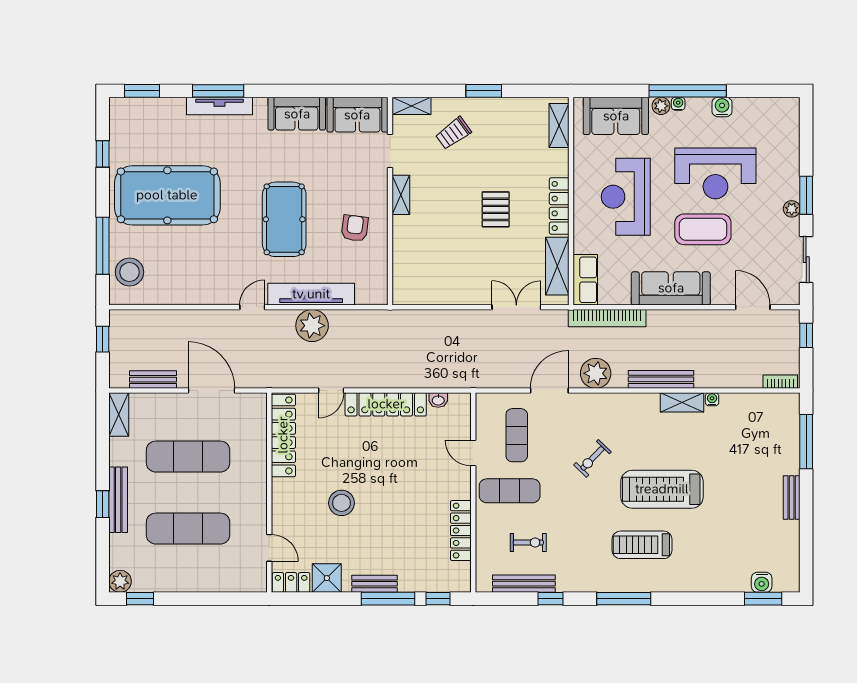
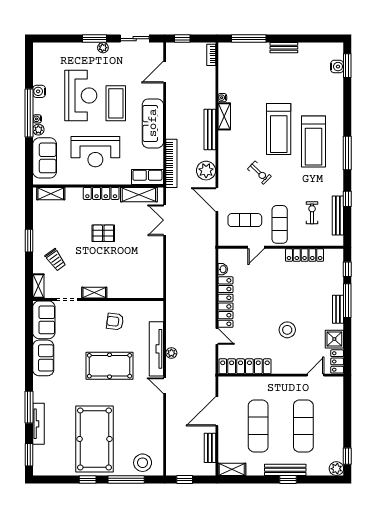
tv unit: (220, 106) -> (38, 424), moved
window: (103, 154) -> (88, 479), moved
plant: (312, 326) -> (171, 353), width x0.53, depth x0.53
treadmill: (642, 545) -> (314, 141), width x1.37, depth x1.38

